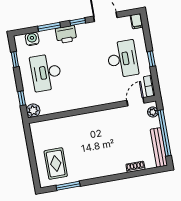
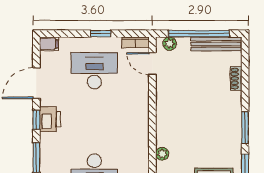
printer: (66, 34) -> (50, 119), moved
plant: (69, 121) -> (162, 154), added
window: (100, 180) -> (245, 128), added

